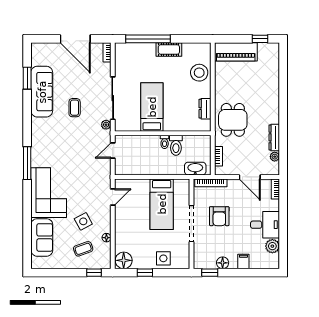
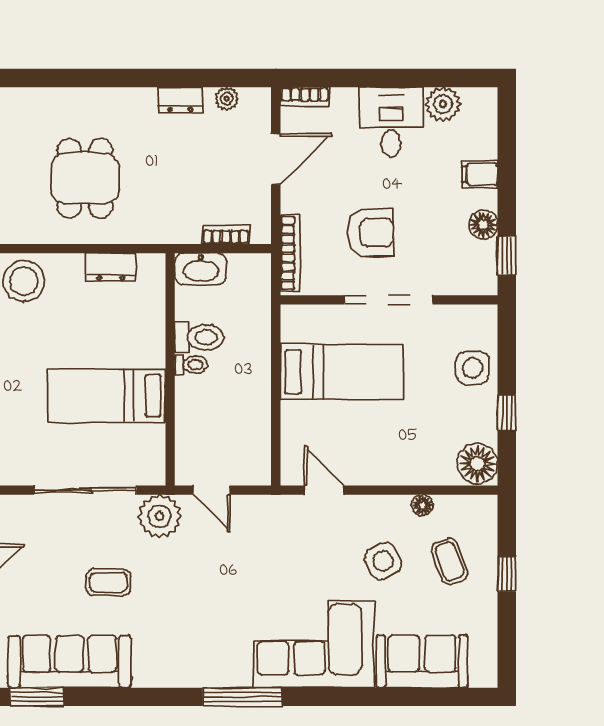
dining table: (233, 120) -> (85, 178), moved, turned 90
plant: (106, 125) -> (160, 516), width x1.87, depth x1.87
dresser: (274, 137) -> (180, 100), width x0.70
washbasin: (195, 169) -> (201, 269), moved, turned -90
window: (94, 273) -> (507, 574), moved

